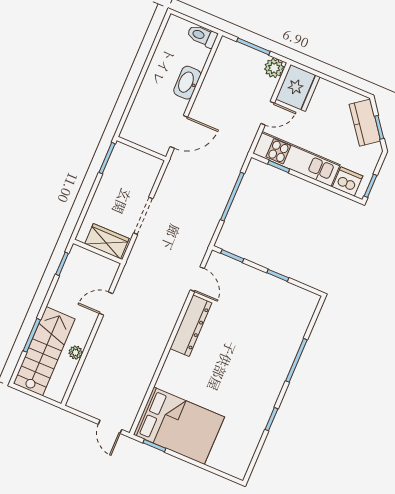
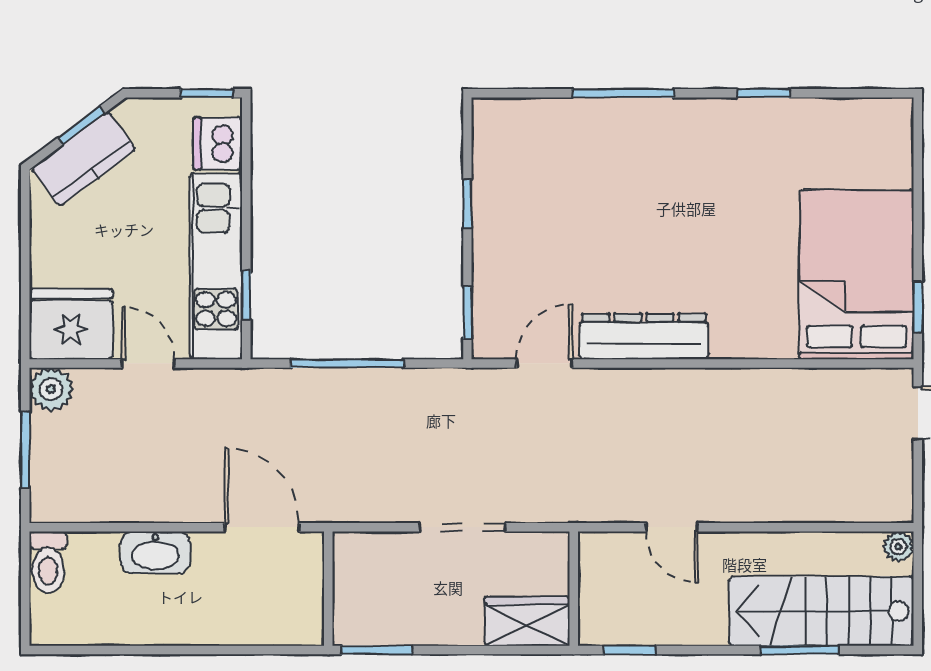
wardrobe: (107, 241) -> (527, 621), moved, turned 90
plant: (76, 353) -> (898, 547), moved

